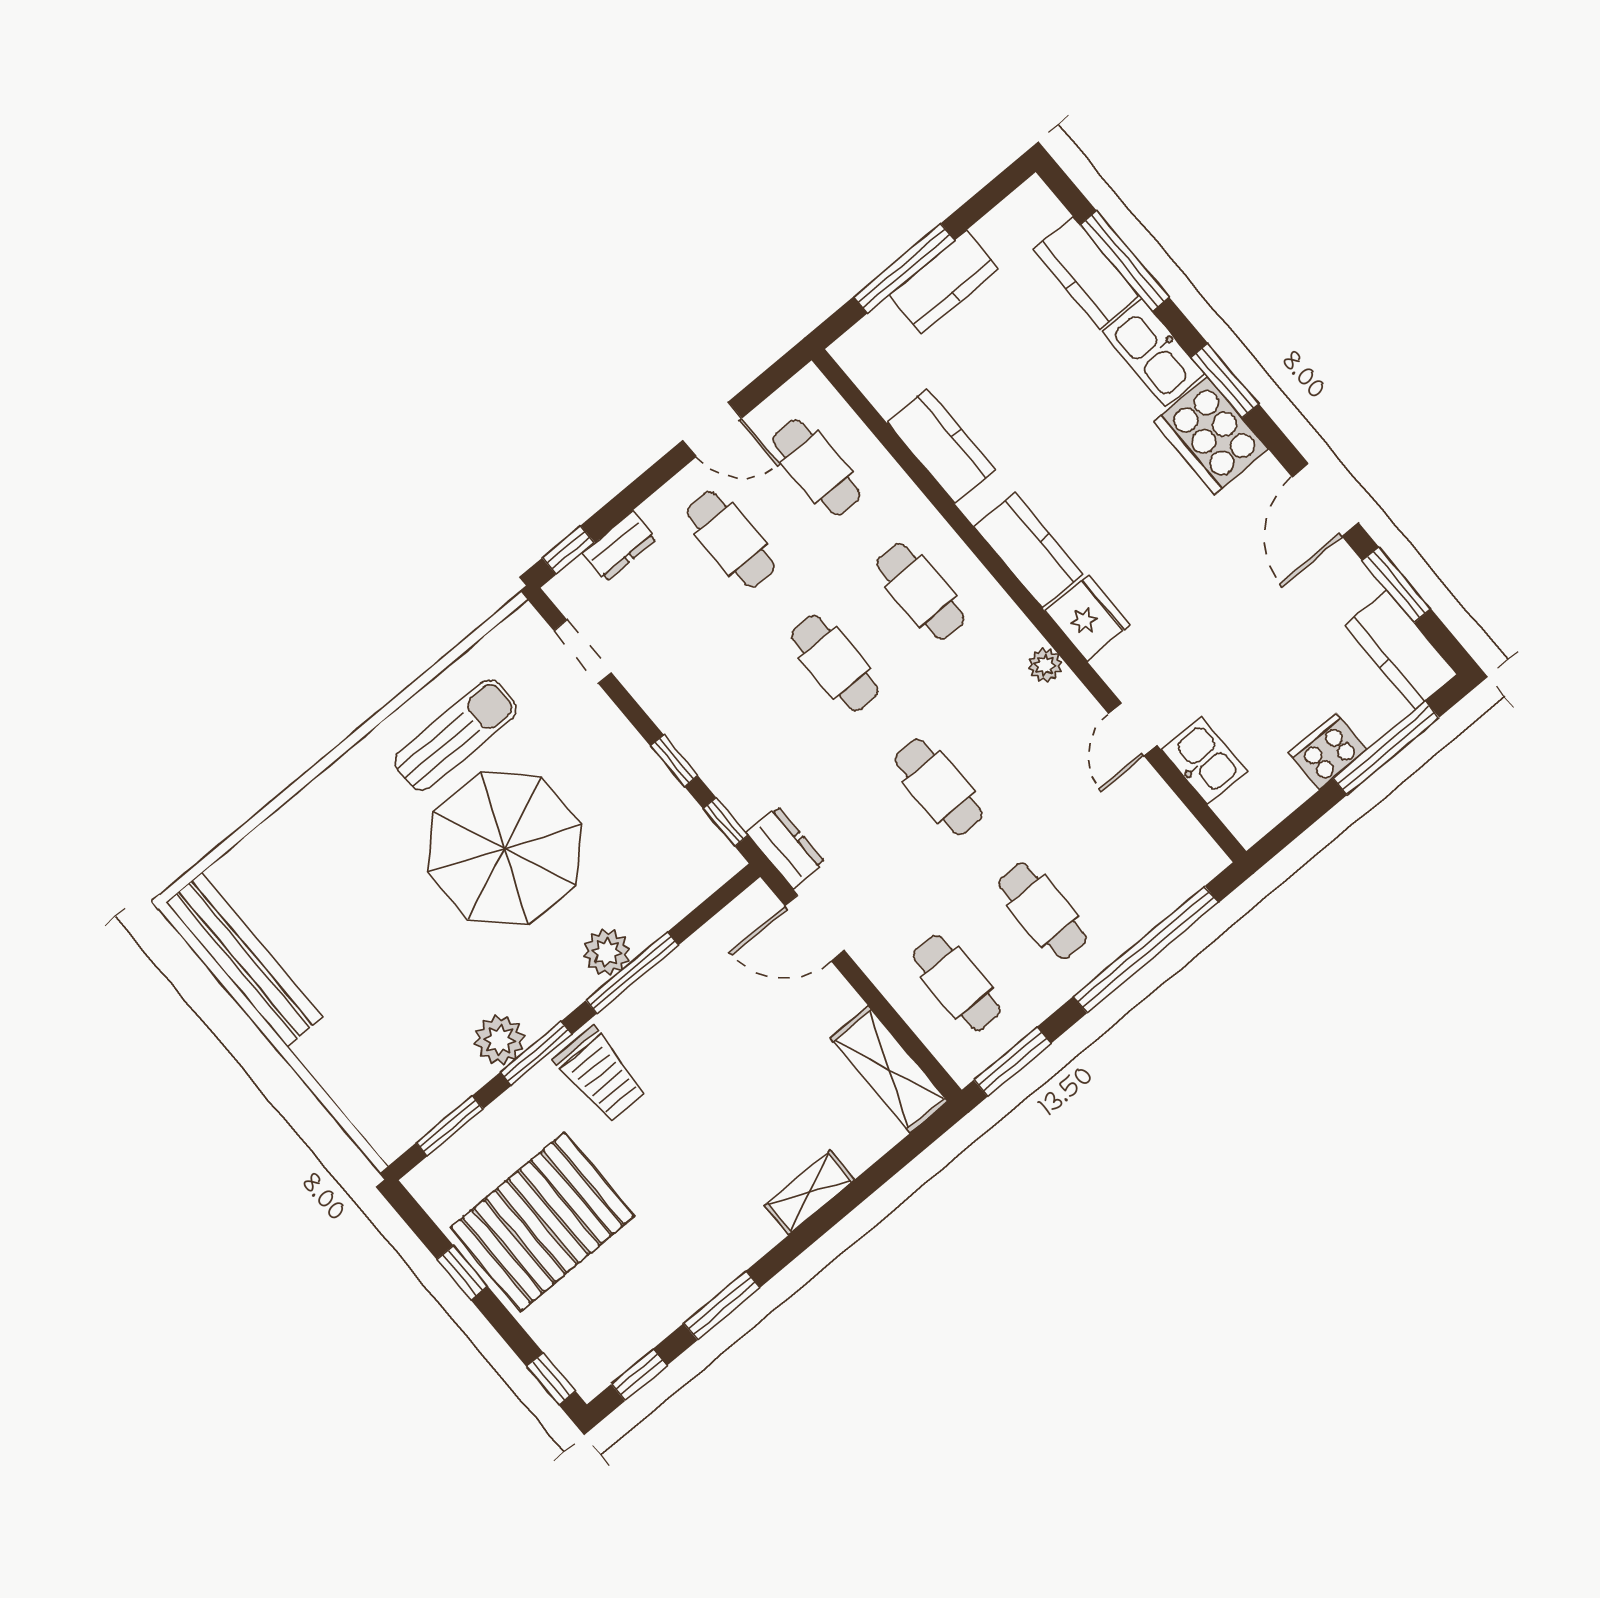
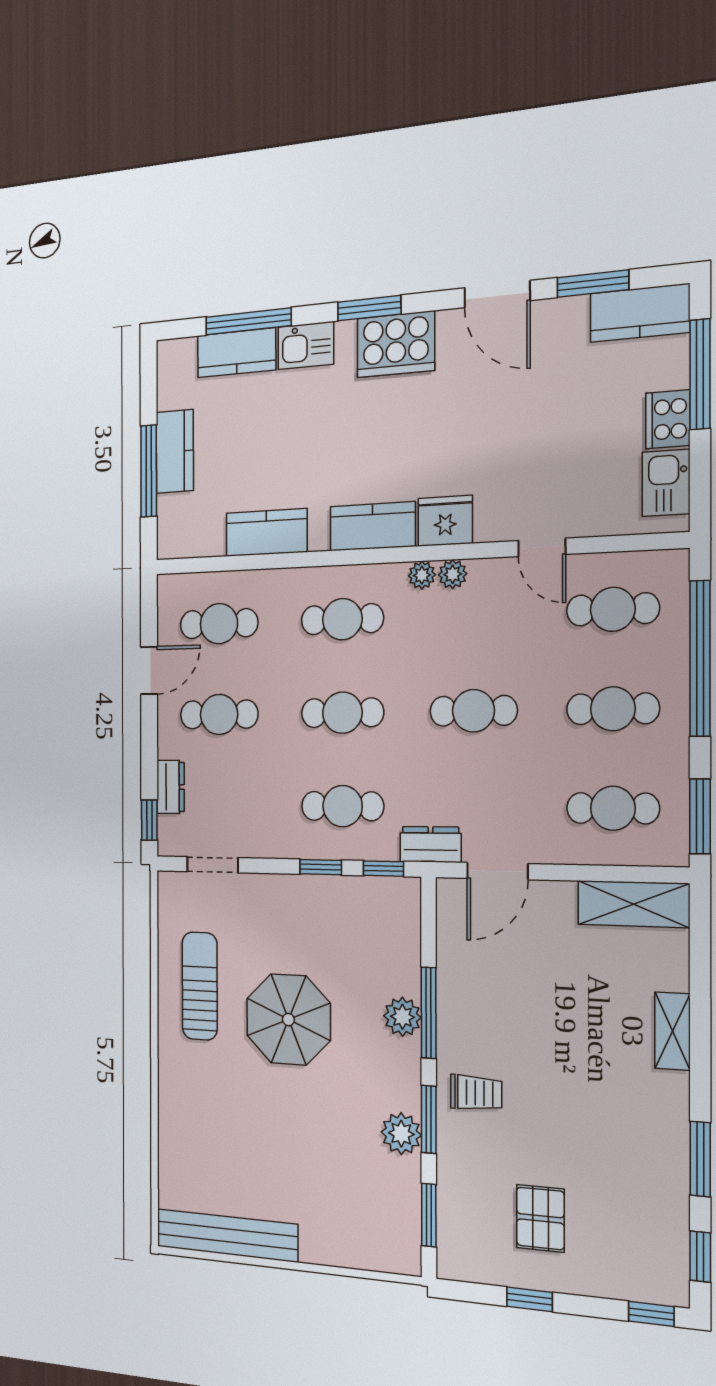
kitchen sink: (1153, 353) -> (306, 346), width x0.73
plant: (1021, 636) -> (422, 575), added
cafe table: (749, 735) -> (343, 806), added
kitchen sink: (1204, 760) -> (666, 483), moved, turned -90
cafe table: (1128, 839) -> (613, 609), added
parasol: (505, 848) -> (288, 1020), width x0.73, depth x0.73
trolley: (600, 1075) -> (476, 1093), width x0.73, depth x0.72
pallet: (542, 1222) -> (540, 1218), width x0.49, depth x0.50

